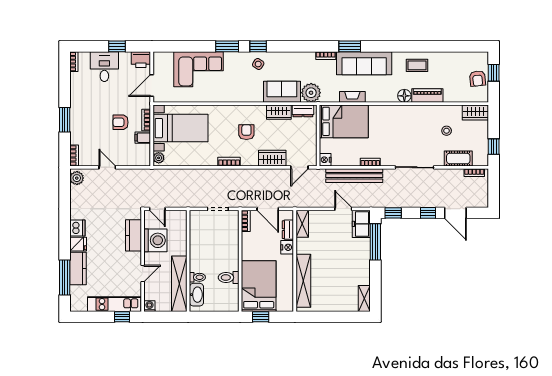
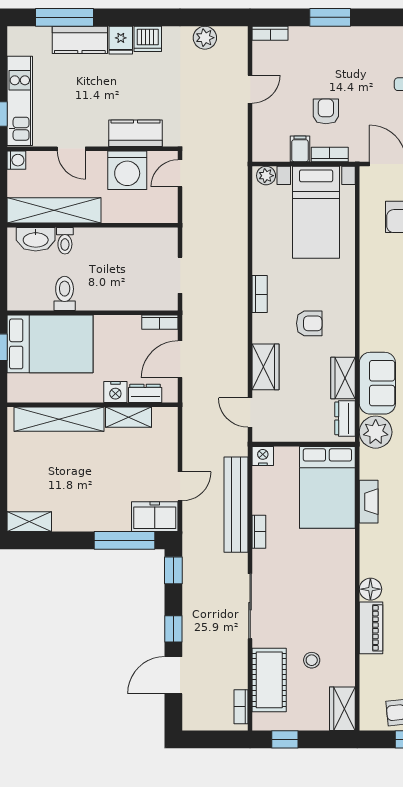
cot: (458, 159) -> (269, 680), width x1.37, depth x1.34
plant: (77, 178) -> (205, 38), moved
shelving: (302, 224) -> (128, 417), moved

